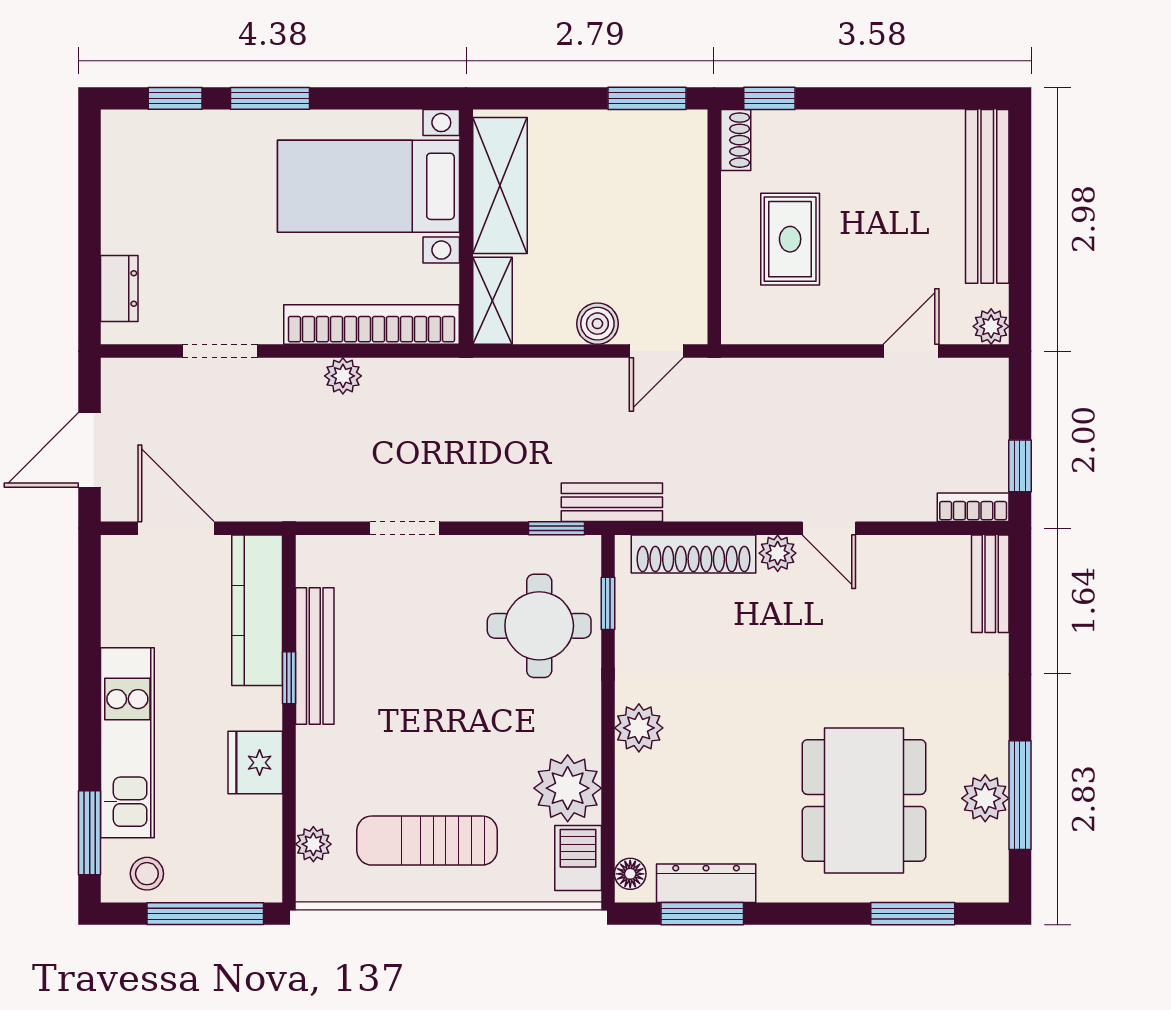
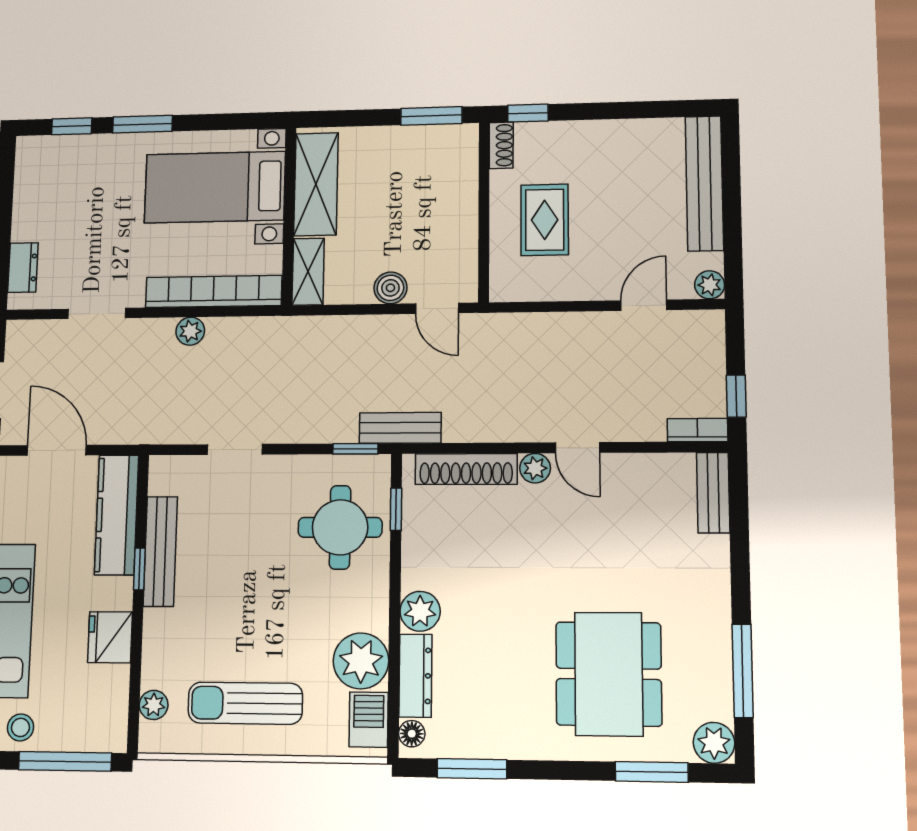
door: (656, 351) -> (437, 308), hinge flipped
plant: (985, 798) -> (714, 743), moved
dresser: (706, 883) -> (415, 676), moved, turned 90

